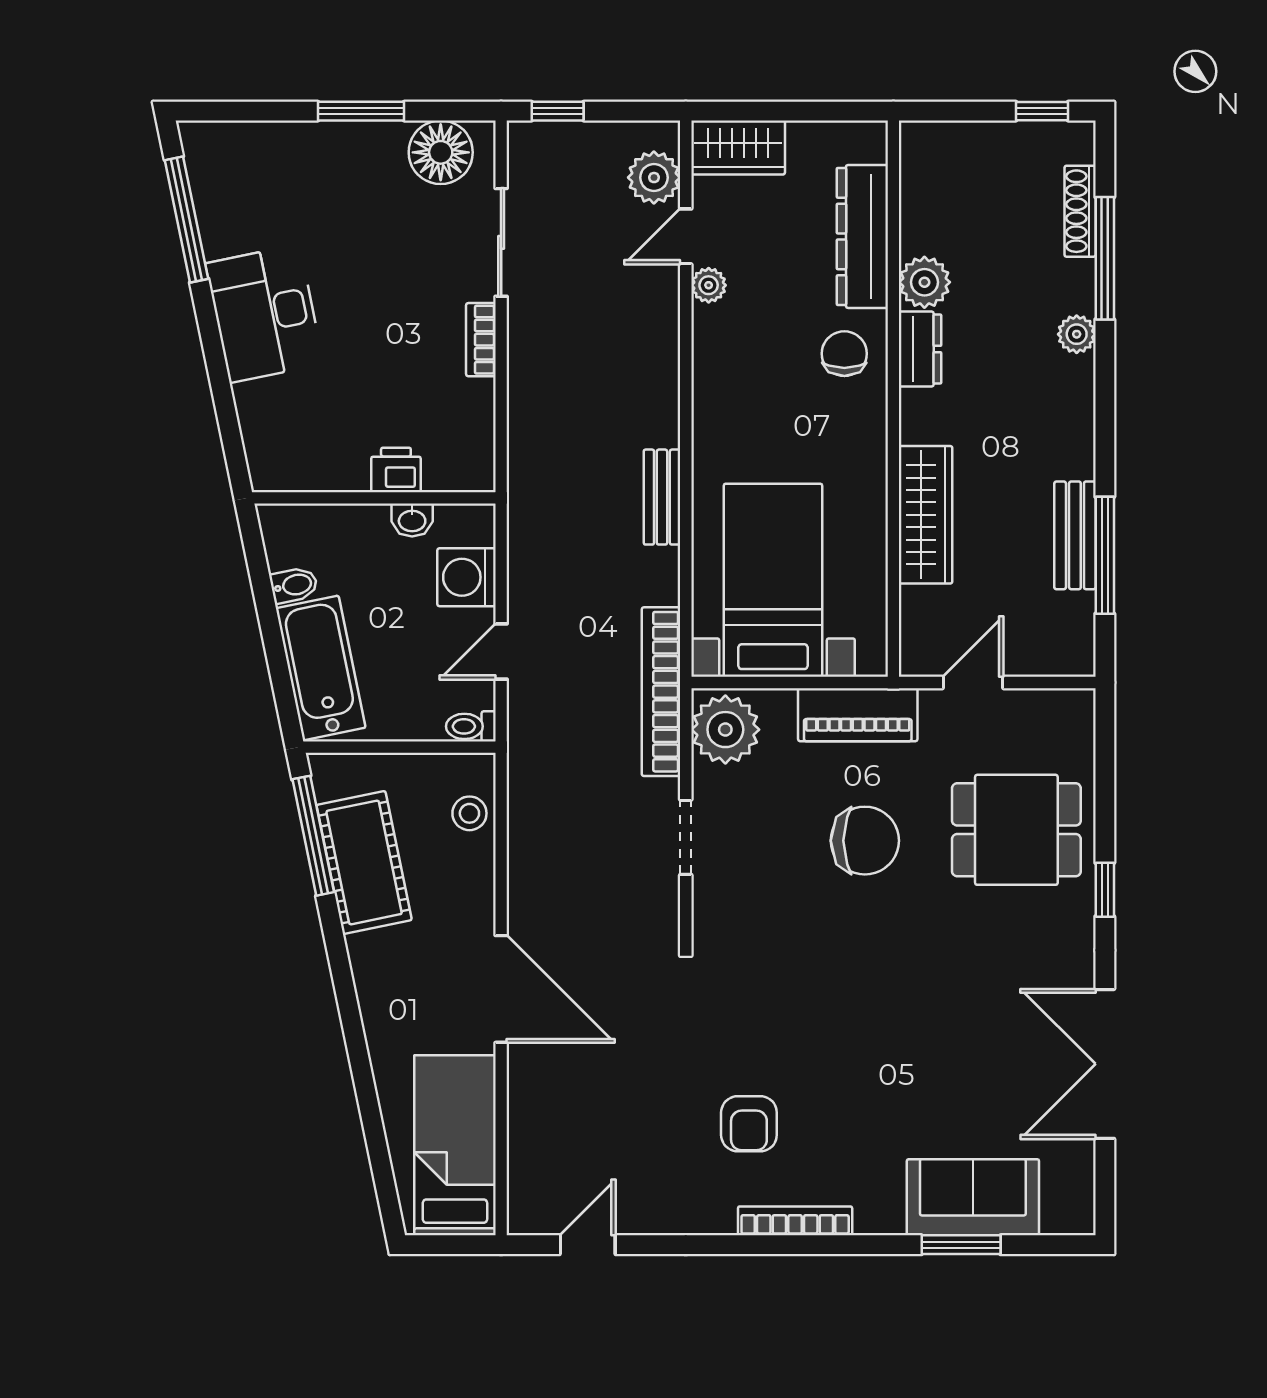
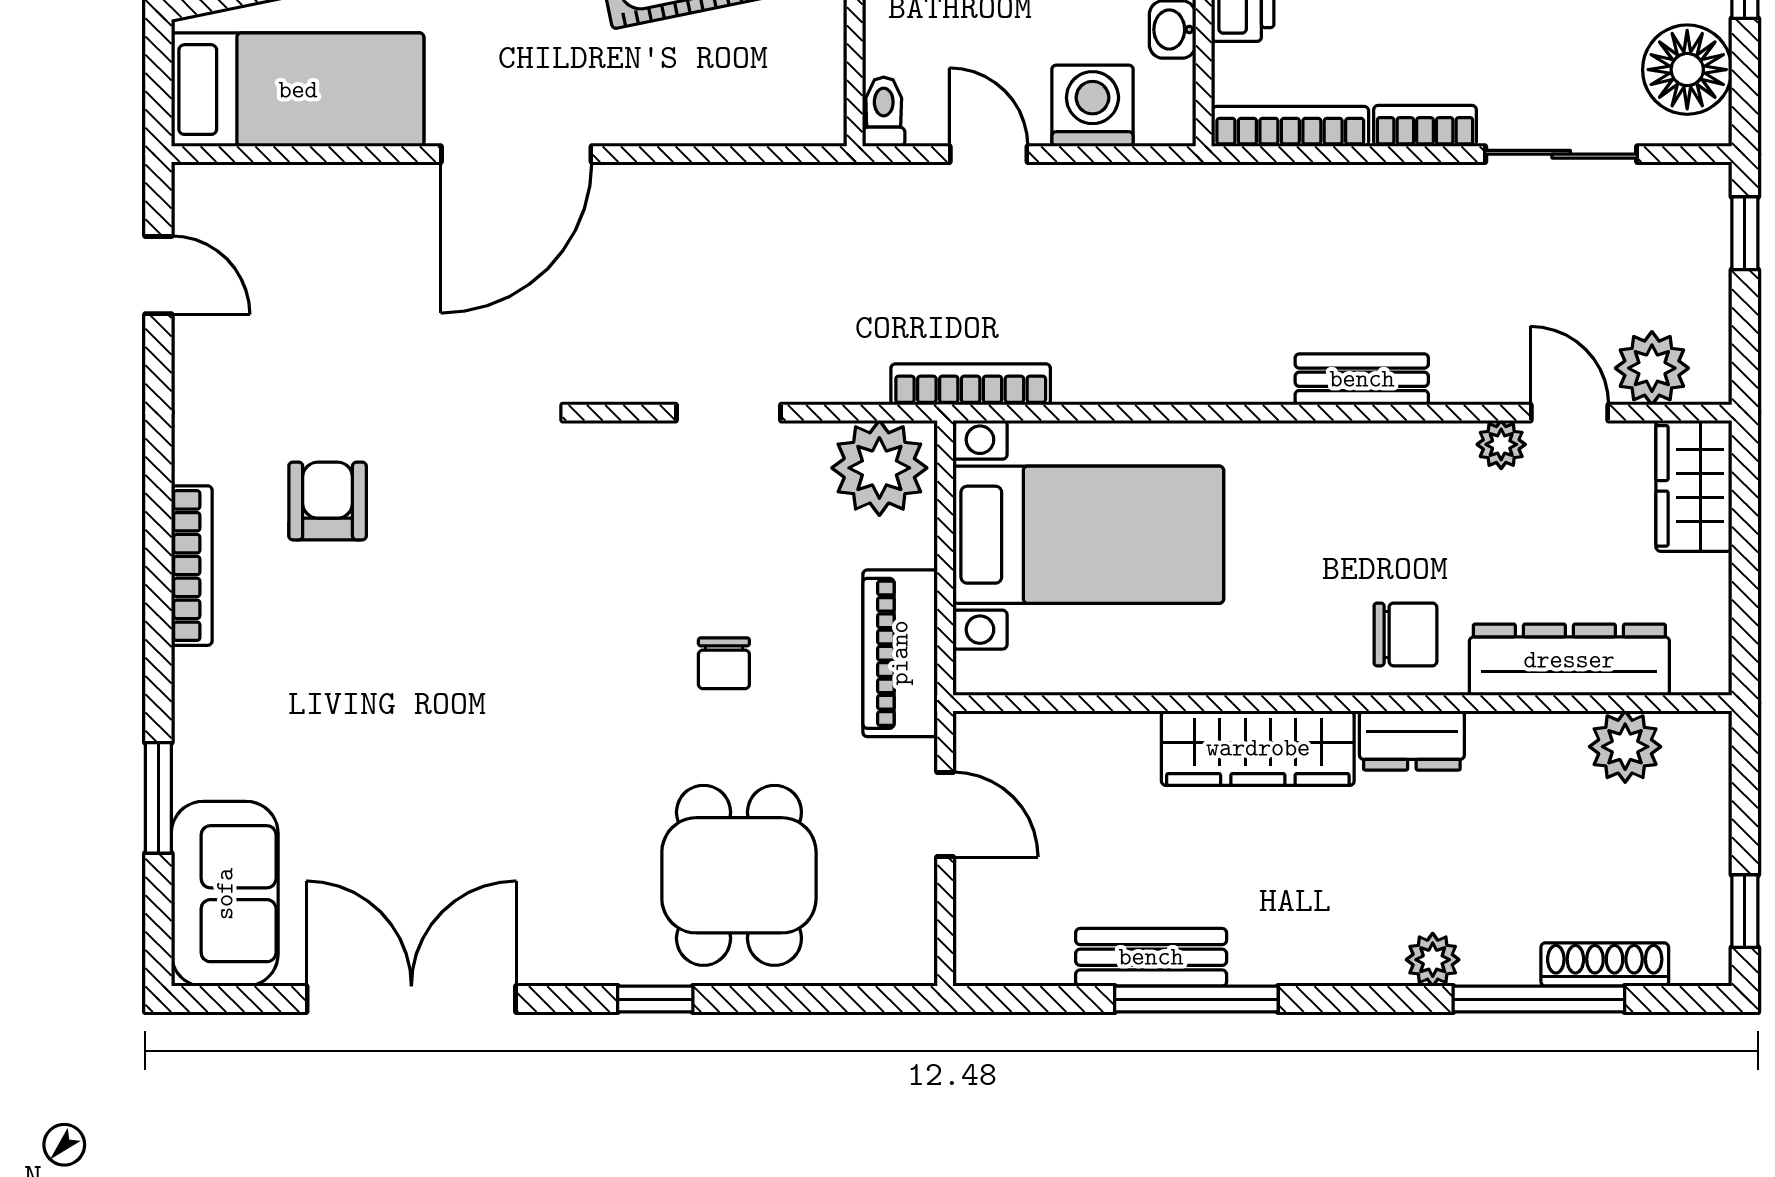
plant: (924, 282) -> (1625, 747), moved
bookcase: (481, 436) -> (1290, 126), added
bench: (662, 497) -> (1362, 379), moved
wardrobe: (926, 515) -> (1258, 748), moved
window: (1105, 555) -> (1196, 999), moved
bookcase: (661, 692) -> (971, 384), width x0.68, depth x0.76
stool: (469, 813) -> (762, 110), removed
chair: (865, 841) -> (724, 663), width x0.54, depth x0.54
armchair: (749, 1124) -> (328, 501), turned 90
sofa: (973, 1197) -> (225, 894), moved

